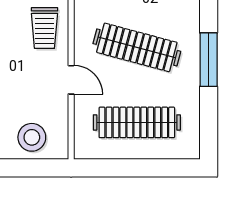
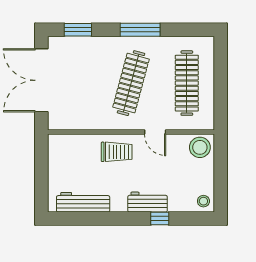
door: (71, 80) -> (155, 132), swing flipped
stool: (32, 137) -> (200, 147), moved

